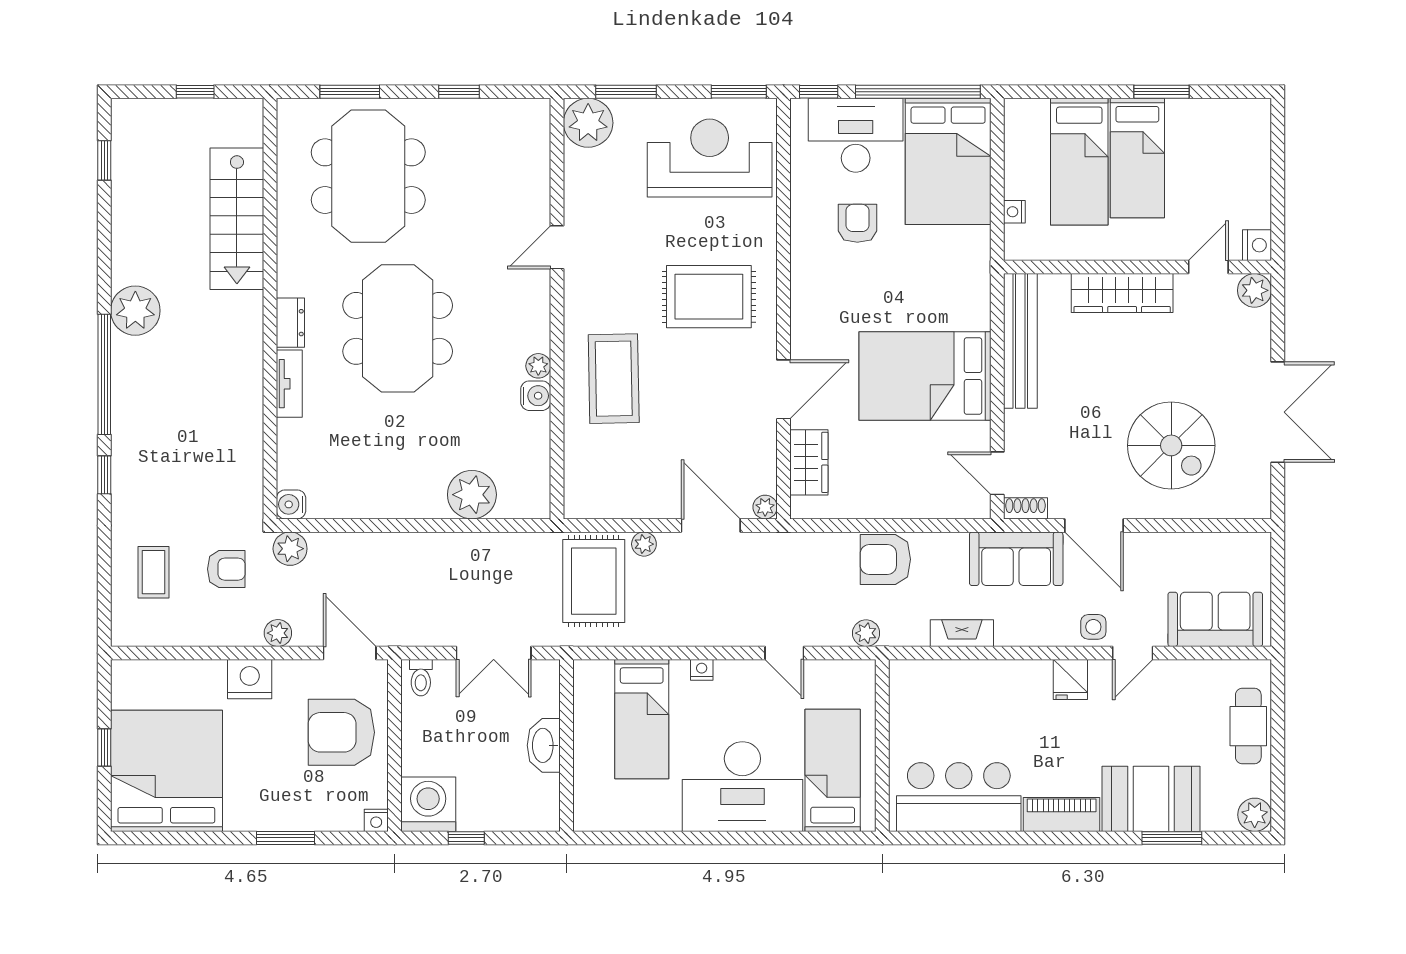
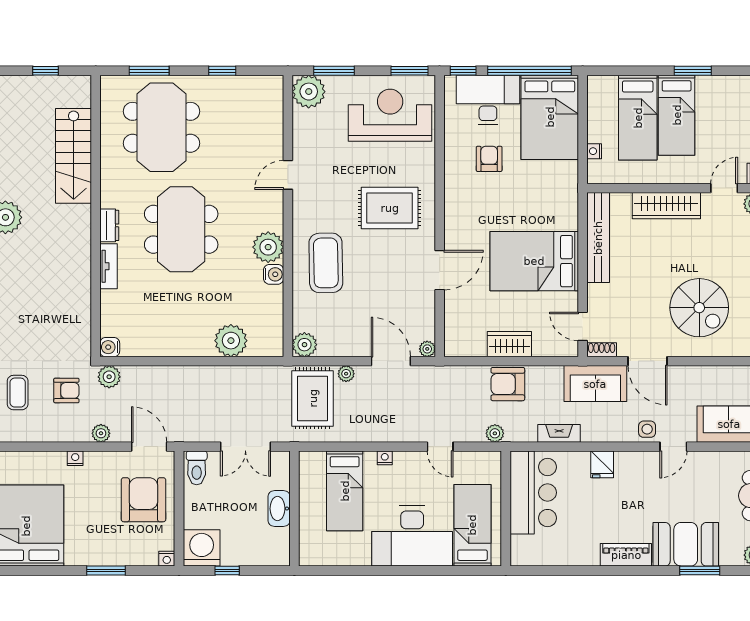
plant: (538, 366) -> (268, 247), width x1.87, depth x1.87
wardrobe: (809, 462) -> (509, 344), moved, turned -90
plant: (582, 501) -> (304, 345), added
toilet: (421, 678) -> (197, 468), width x1.37, depth x1.39
nightstand: (250, 679) -> (75, 458), width x0.53, depth x0.56
fridge: (1070, 680) -> (602, 464), moved
armchair: (341, 732) -> (143, 500), turned 90
bar counter: (959, 797) -> (533, 493), moved, turned 90

